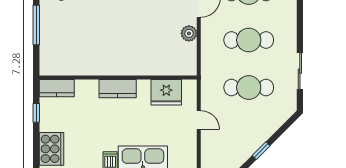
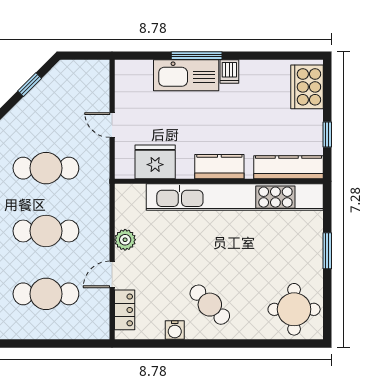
window: (36, 25) -> (327, 251), width x0.69
kitchen unit: (106, 66) -> (235, 197), added
kitchen counter: (57, 88) -> (288, 167), width x1.50

